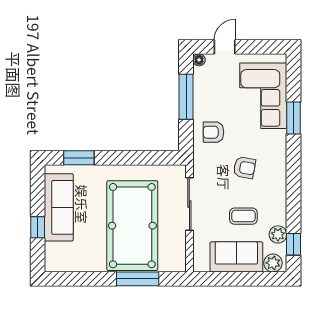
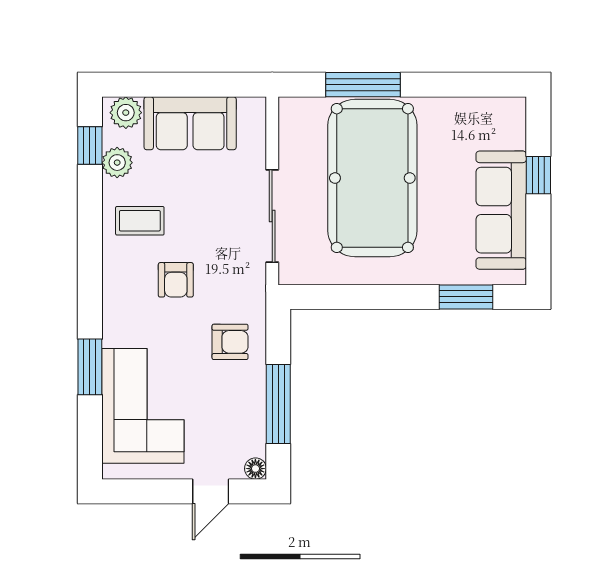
armchair: (244, 168) -> (176, 280), turned -100
coffee table: (243, 216) -> (140, 221), moved

